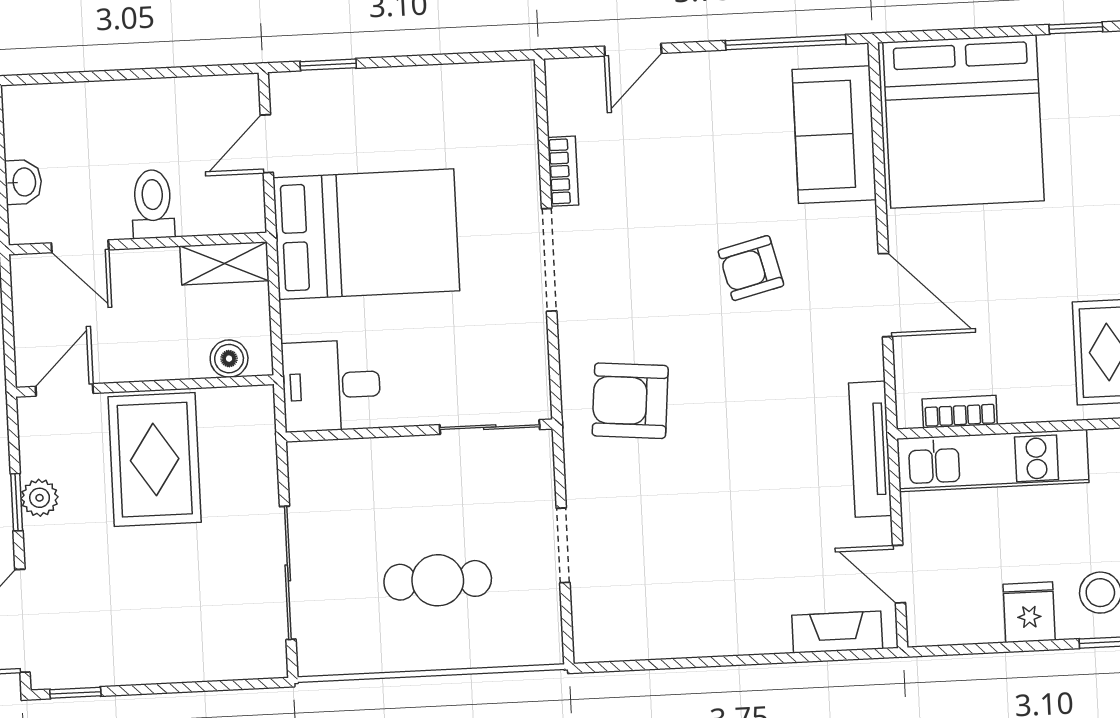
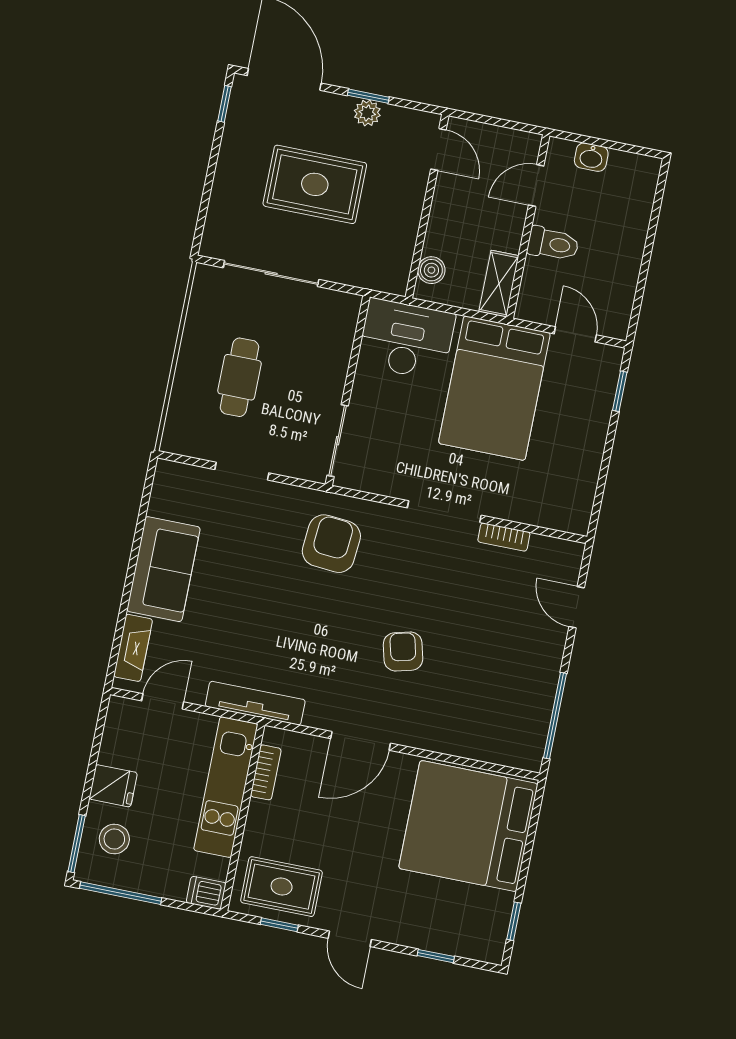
sofa: (834, 135) -> (163, 569), moved, turned 90
desk: (331, 386) -> (406, 339), width x1.37
rug: (155, 460) -> (315, 184), moved

